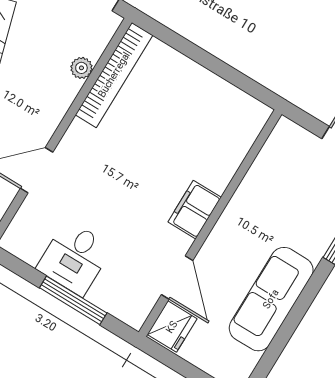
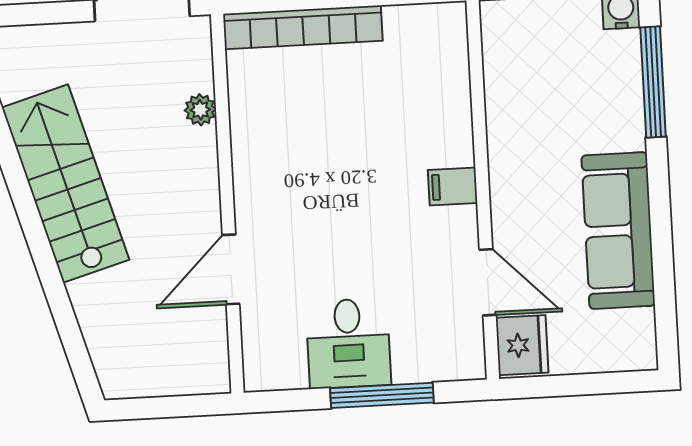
bookcase: (114, 75) -> (303, 27), moved, turned 90
filing cabinet: (195, 210) -> (453, 186), width x0.50

